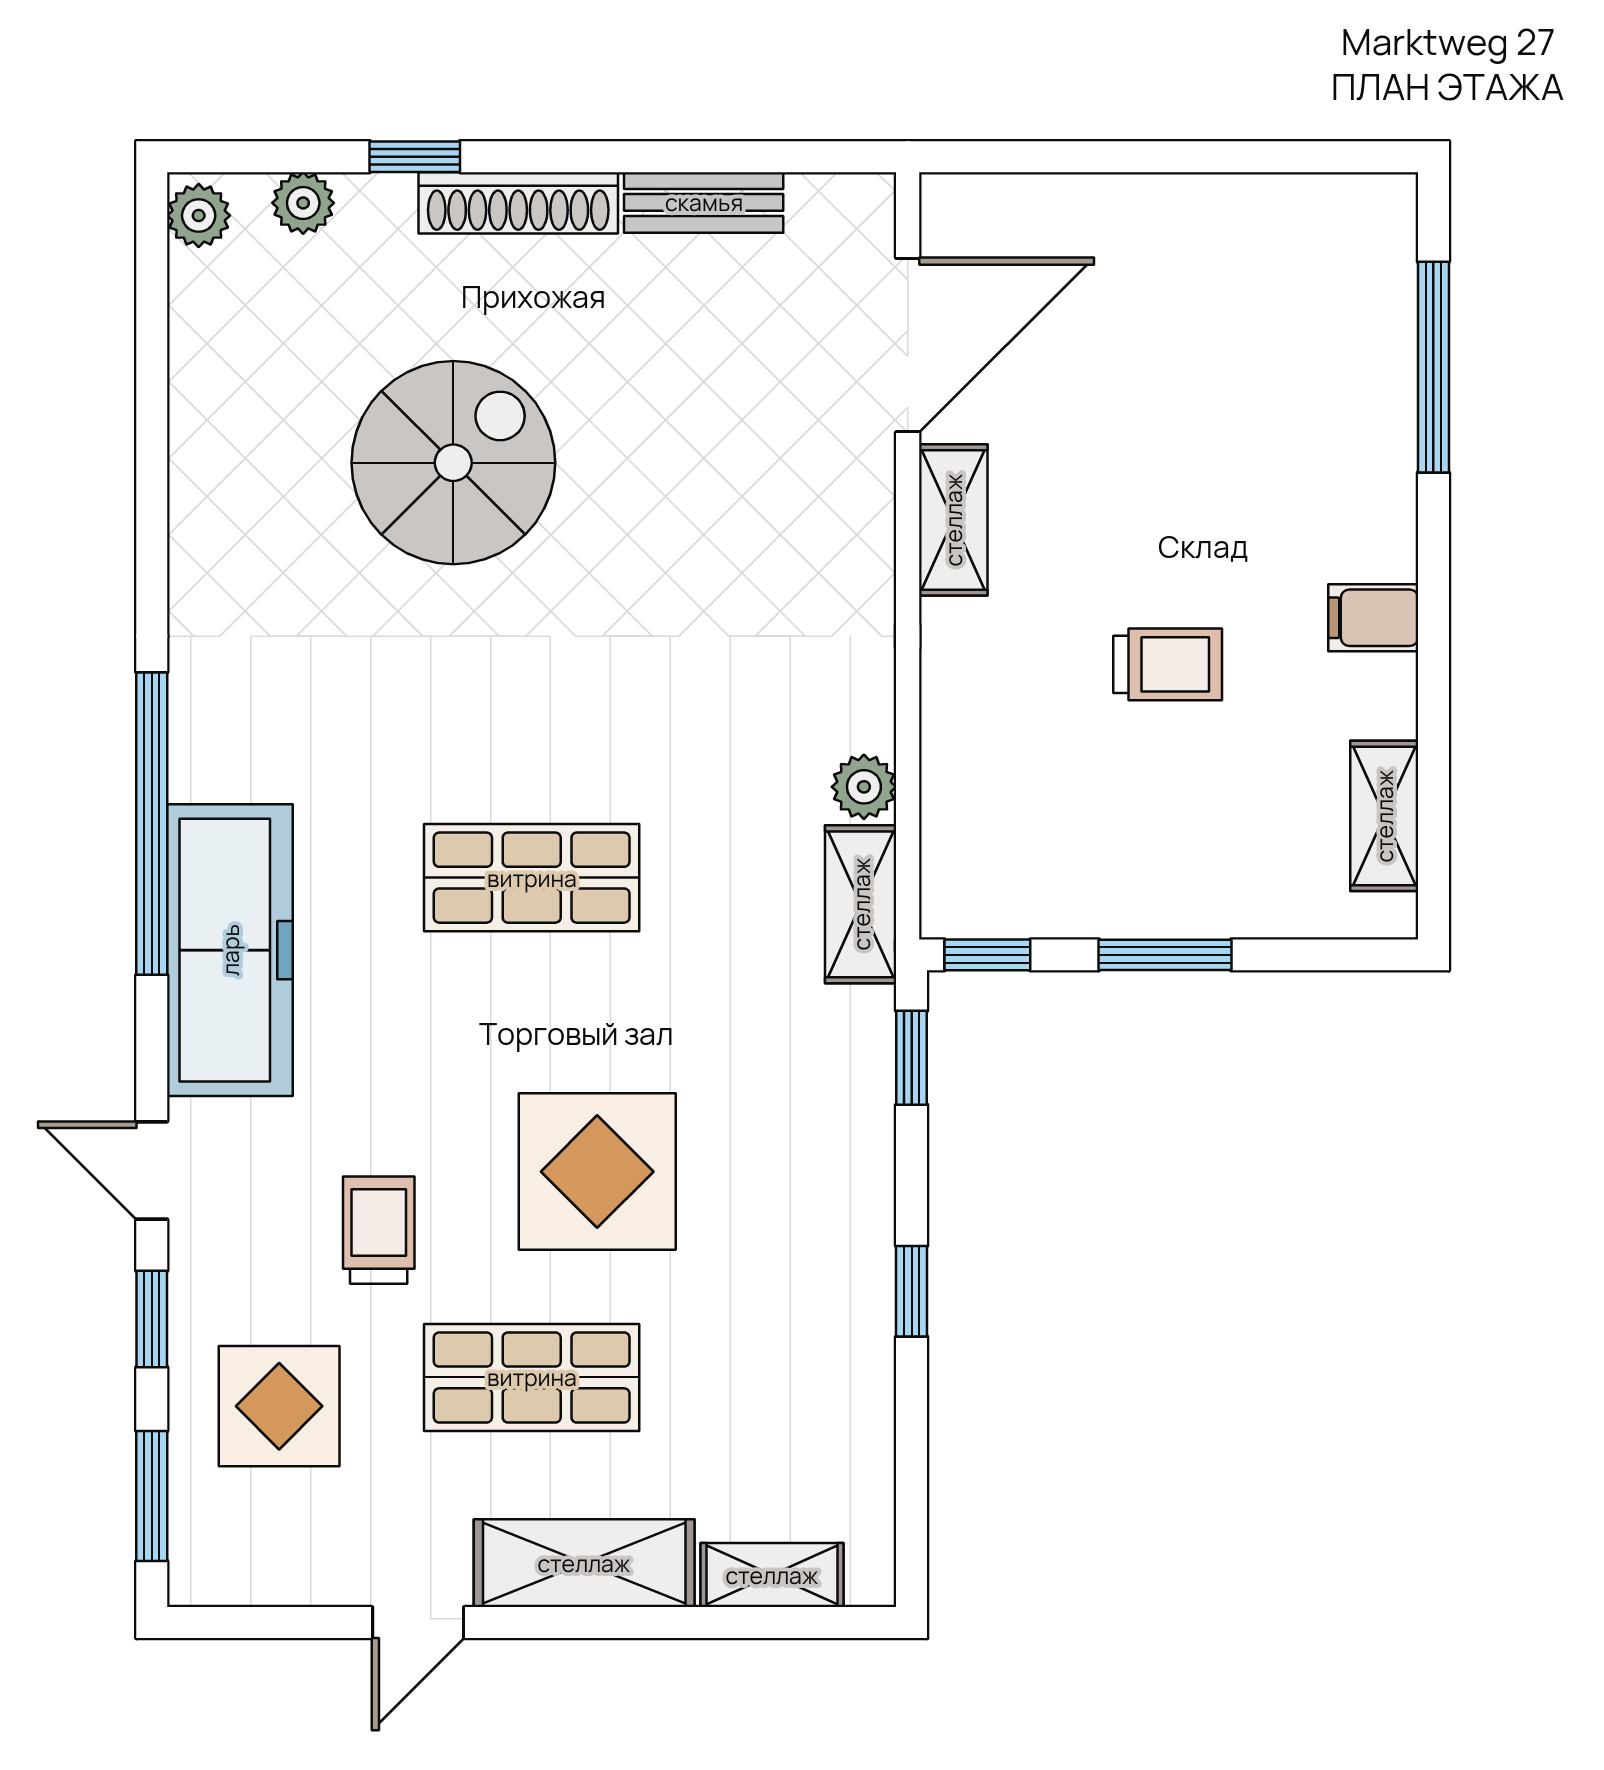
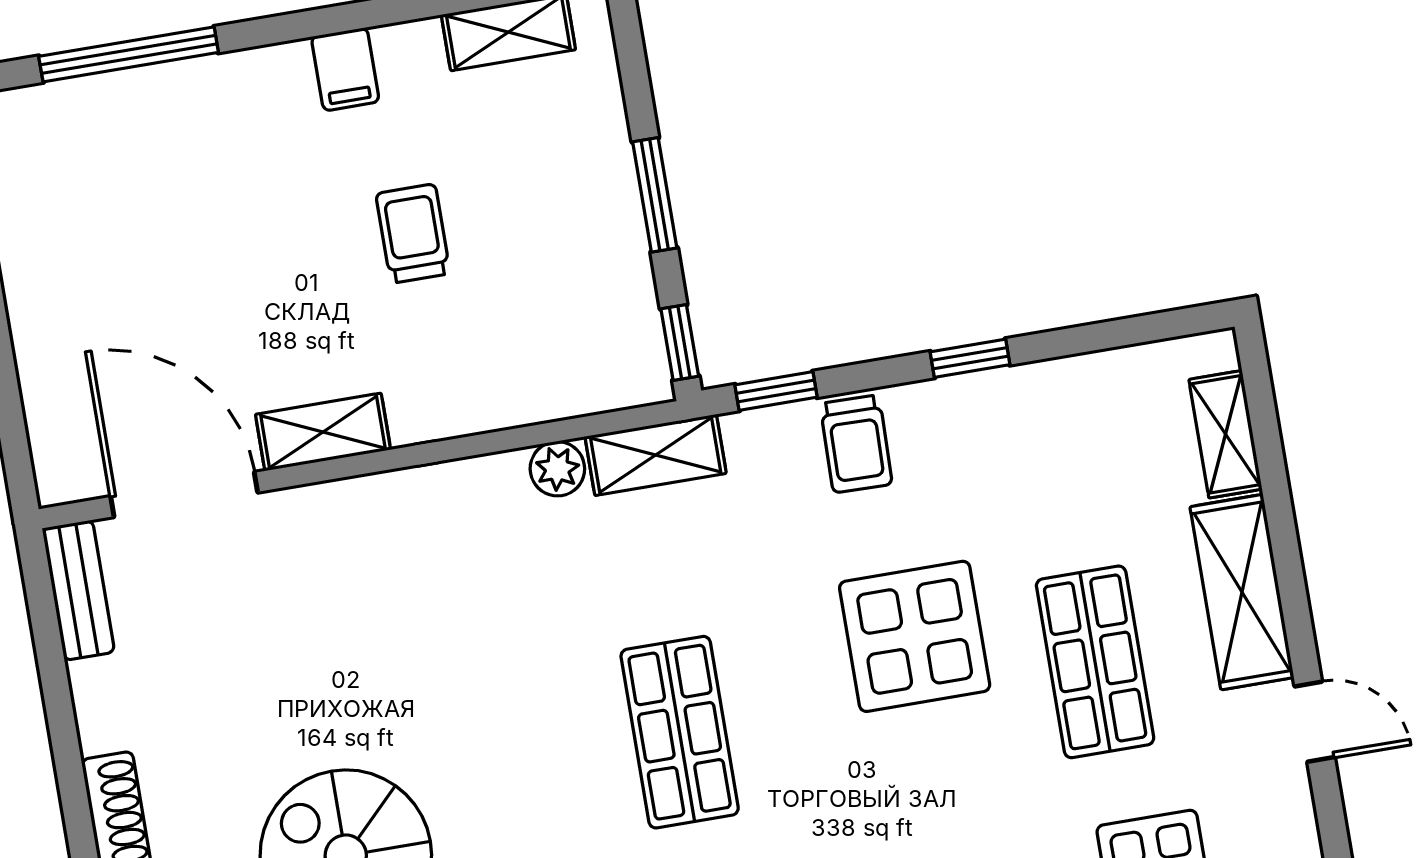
bench: (704, 202) -> (78, 590), moved
trolley: (379, 1230) -> (856, 444), moved, turned -89

